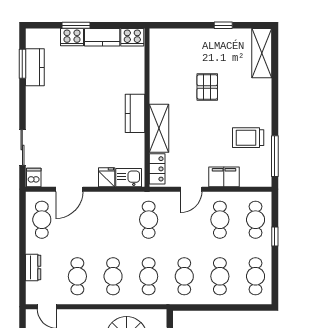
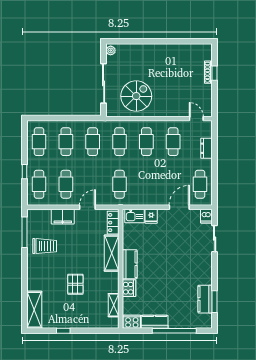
window: (76, 25) -> (174, 331), width x2.11
cooker: (72, 37) -> (129, 288), moved, turned 90
shelving: (156, 59) -> (114, 305), added

